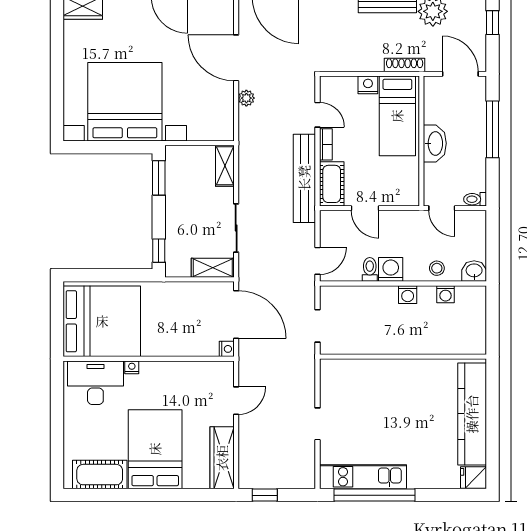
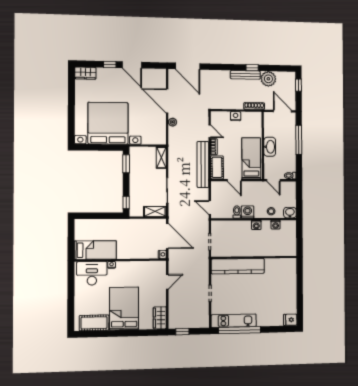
bed: (397, 116) -> (251, 158), moved, turned 180
door: (318, 261) -> (210, 208), swing flipped
bed: (102, 321) -> (95, 250), width x0.49
kitchen counter: (472, 414) -> (238, 266), moved, turned -90
wardrobe: (222, 458) -> (160, 318), width x0.67

